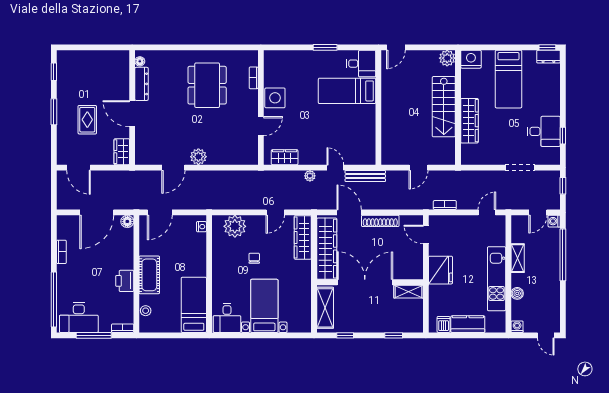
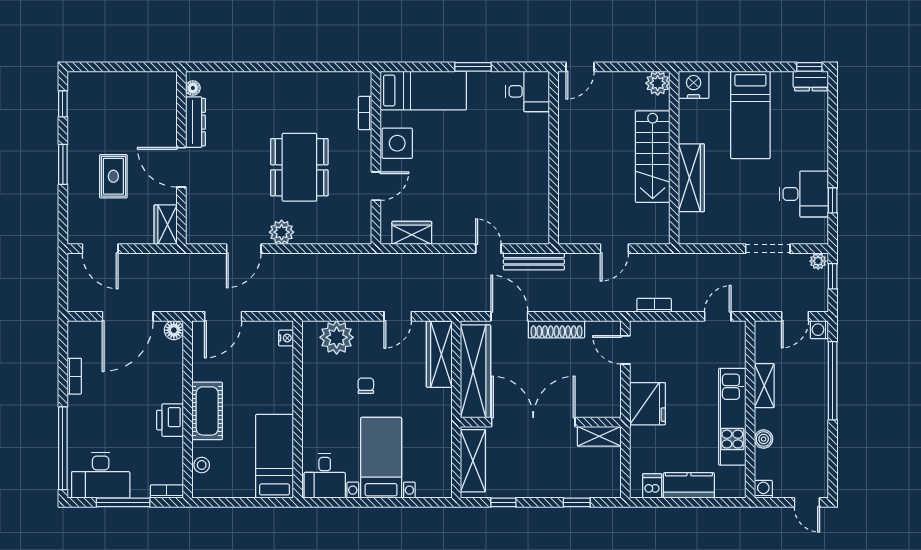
dining table: (207, 85) -> (299, 167), moved
bed: (347, 91) -> (423, 90), moved, turned 180
plant: (310, 176) -> (818, 261), moved

